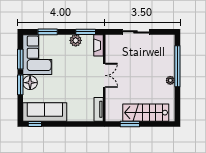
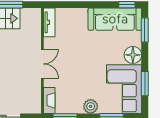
plant: (76, 40) -> (91, 106), moved
double door: (104, 75) -> (42, 64), swing flipped
window: (20, 85) -> (145, 30), moved

